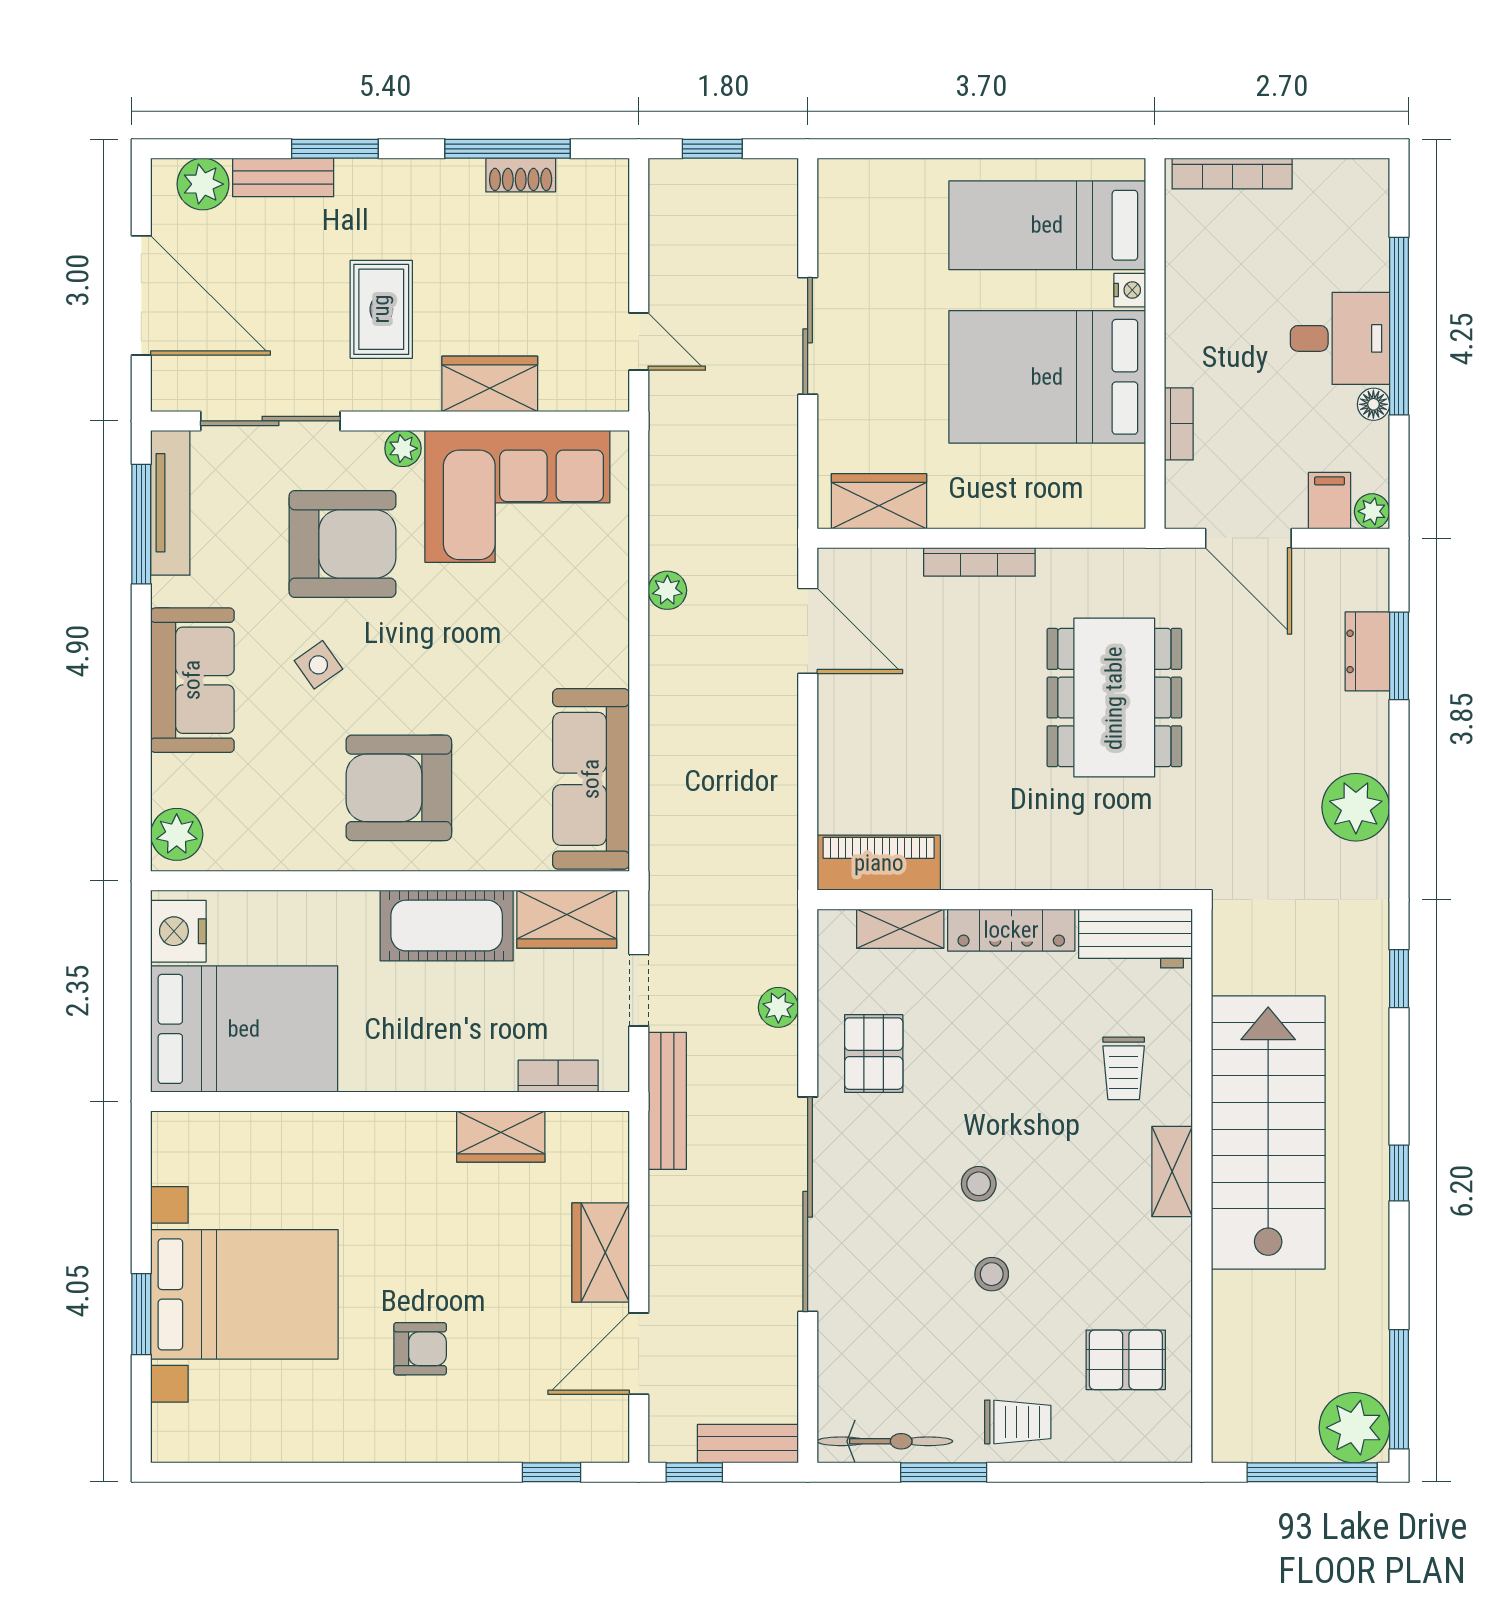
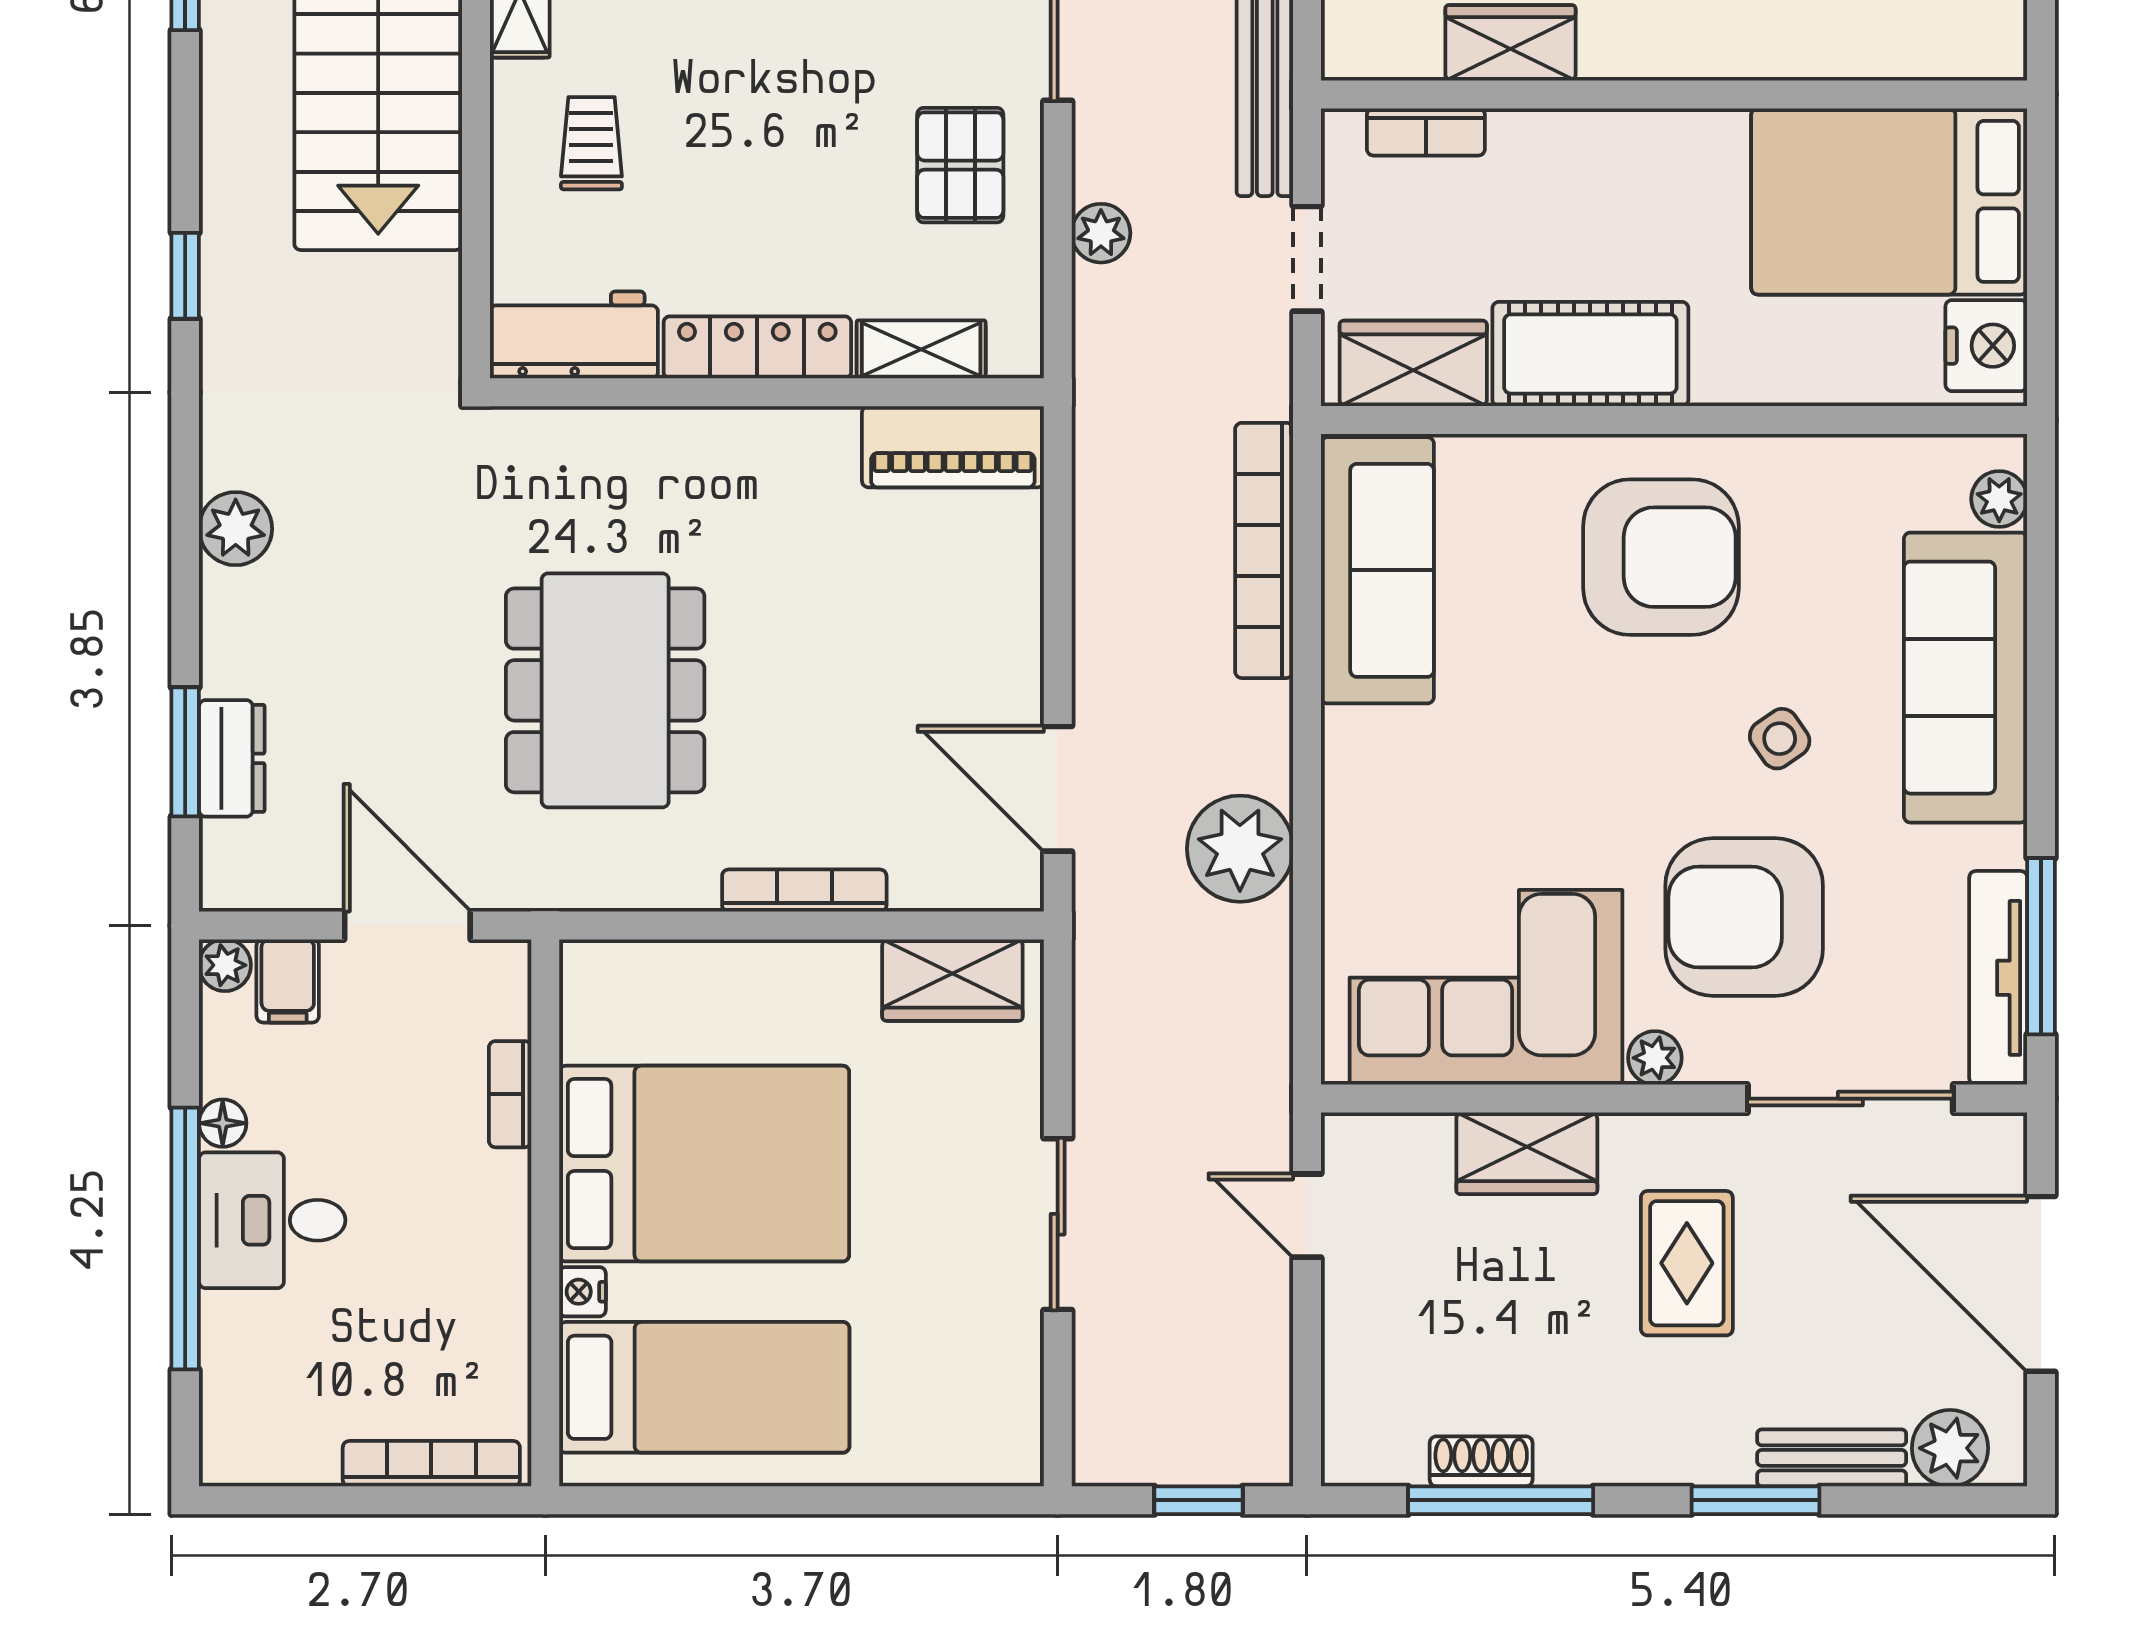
plant: (667, 590) -> (1240, 849), width x1.88, depth x1.88
sofa: (192, 680) -> (1965, 678), width x1.36
bookcase: (668, 792) -> (1264, 550), added
plant: (1356, 807) -> (236, 529), width x0.73, depth x0.73
plant: (177, 834) -> (1999, 499), width x0.73, depth x0.73

